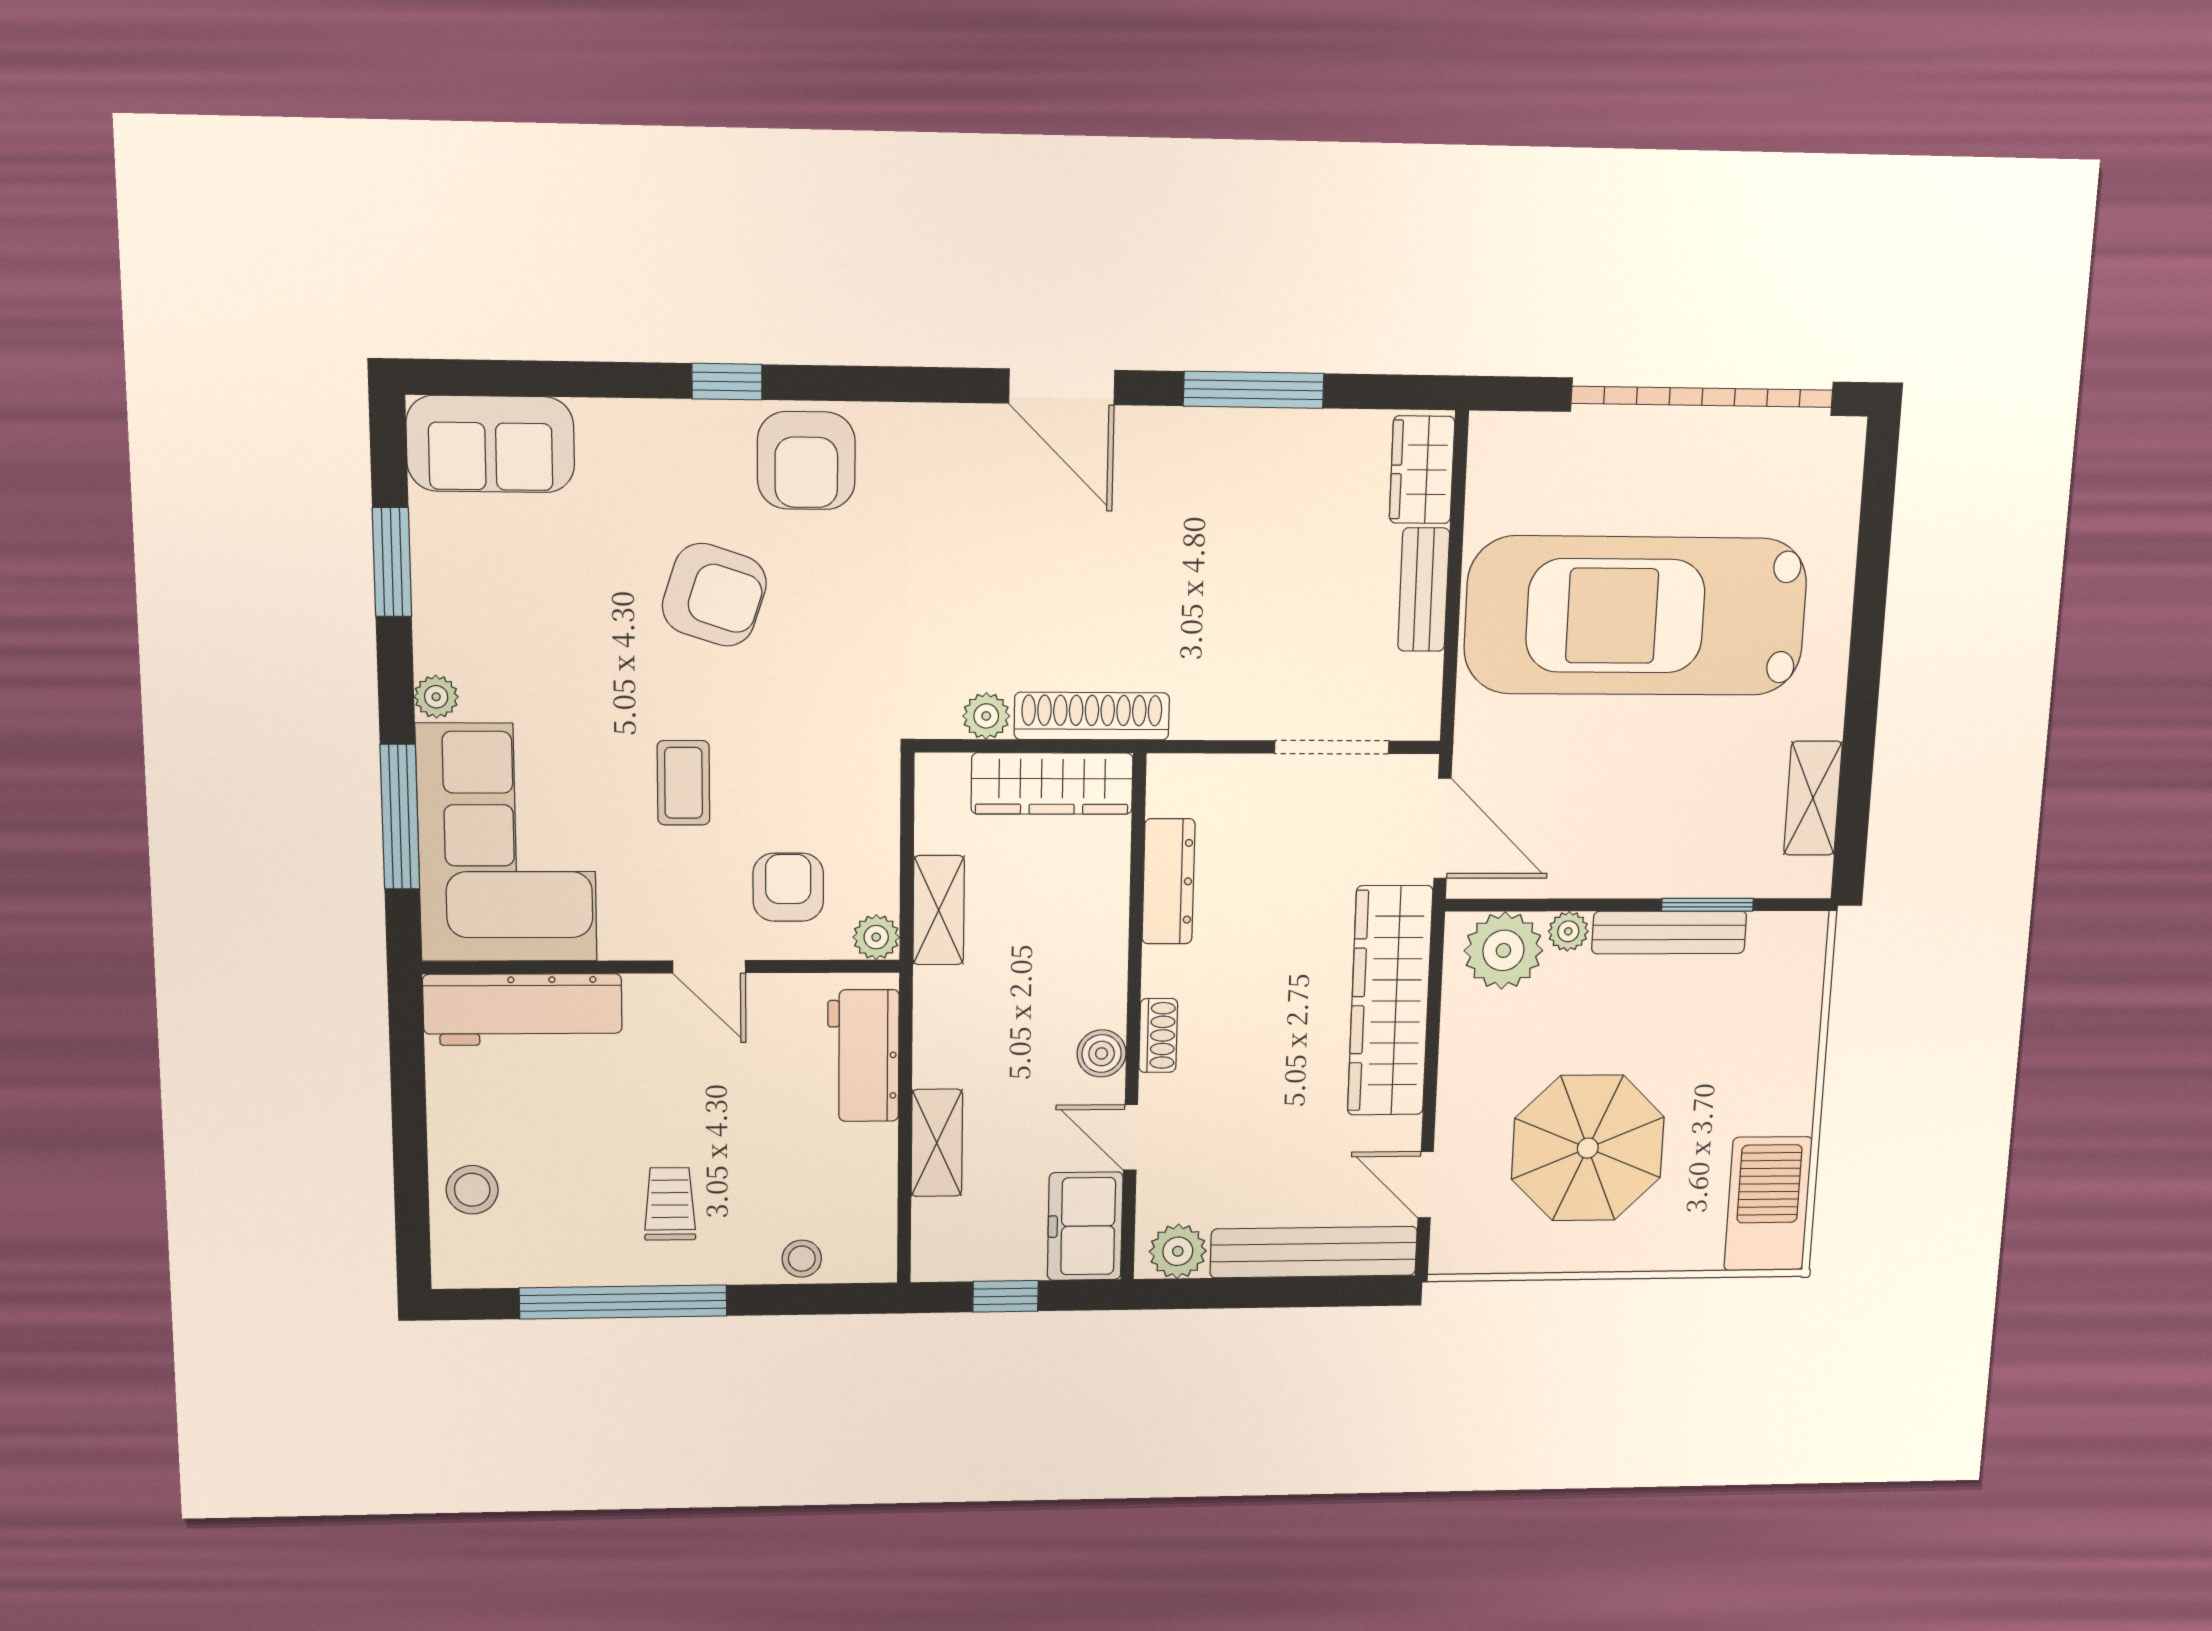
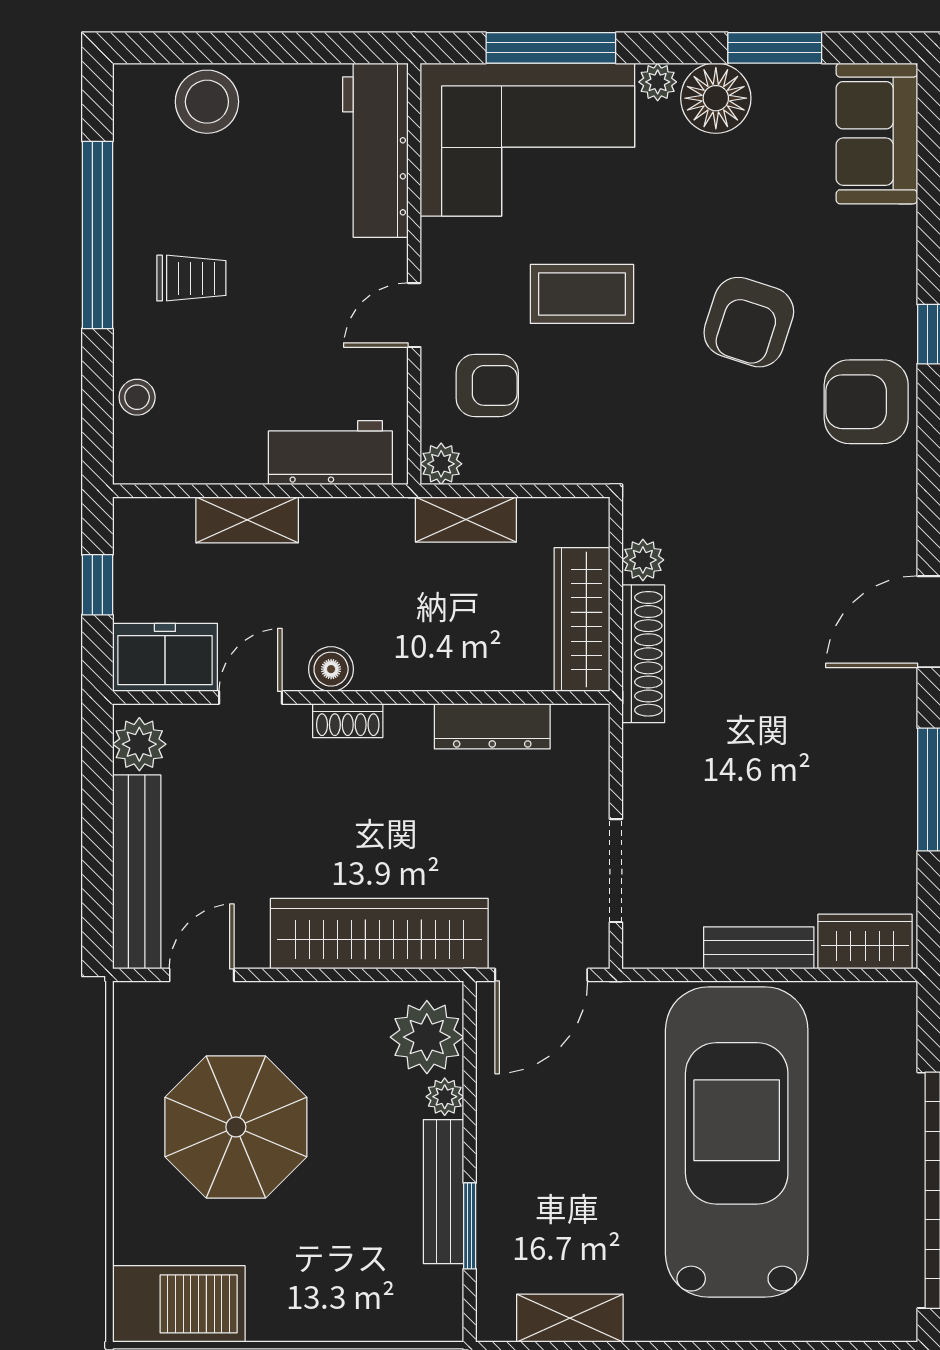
floor lamp: (453, 631) -> (716, 98), added
coffee table: (684, 783) -> (582, 294), width x1.36, depth x1.30
stool: (472, 1190) -> (207, 102), width x1.38, depth x1.38

